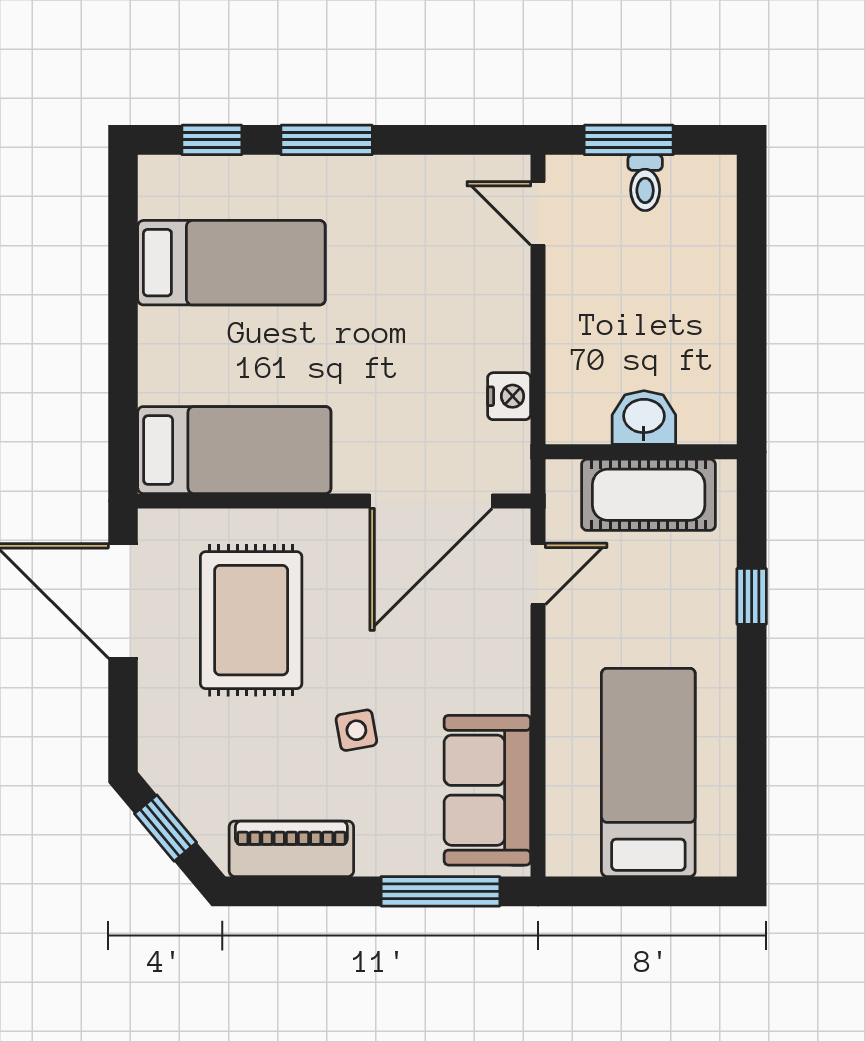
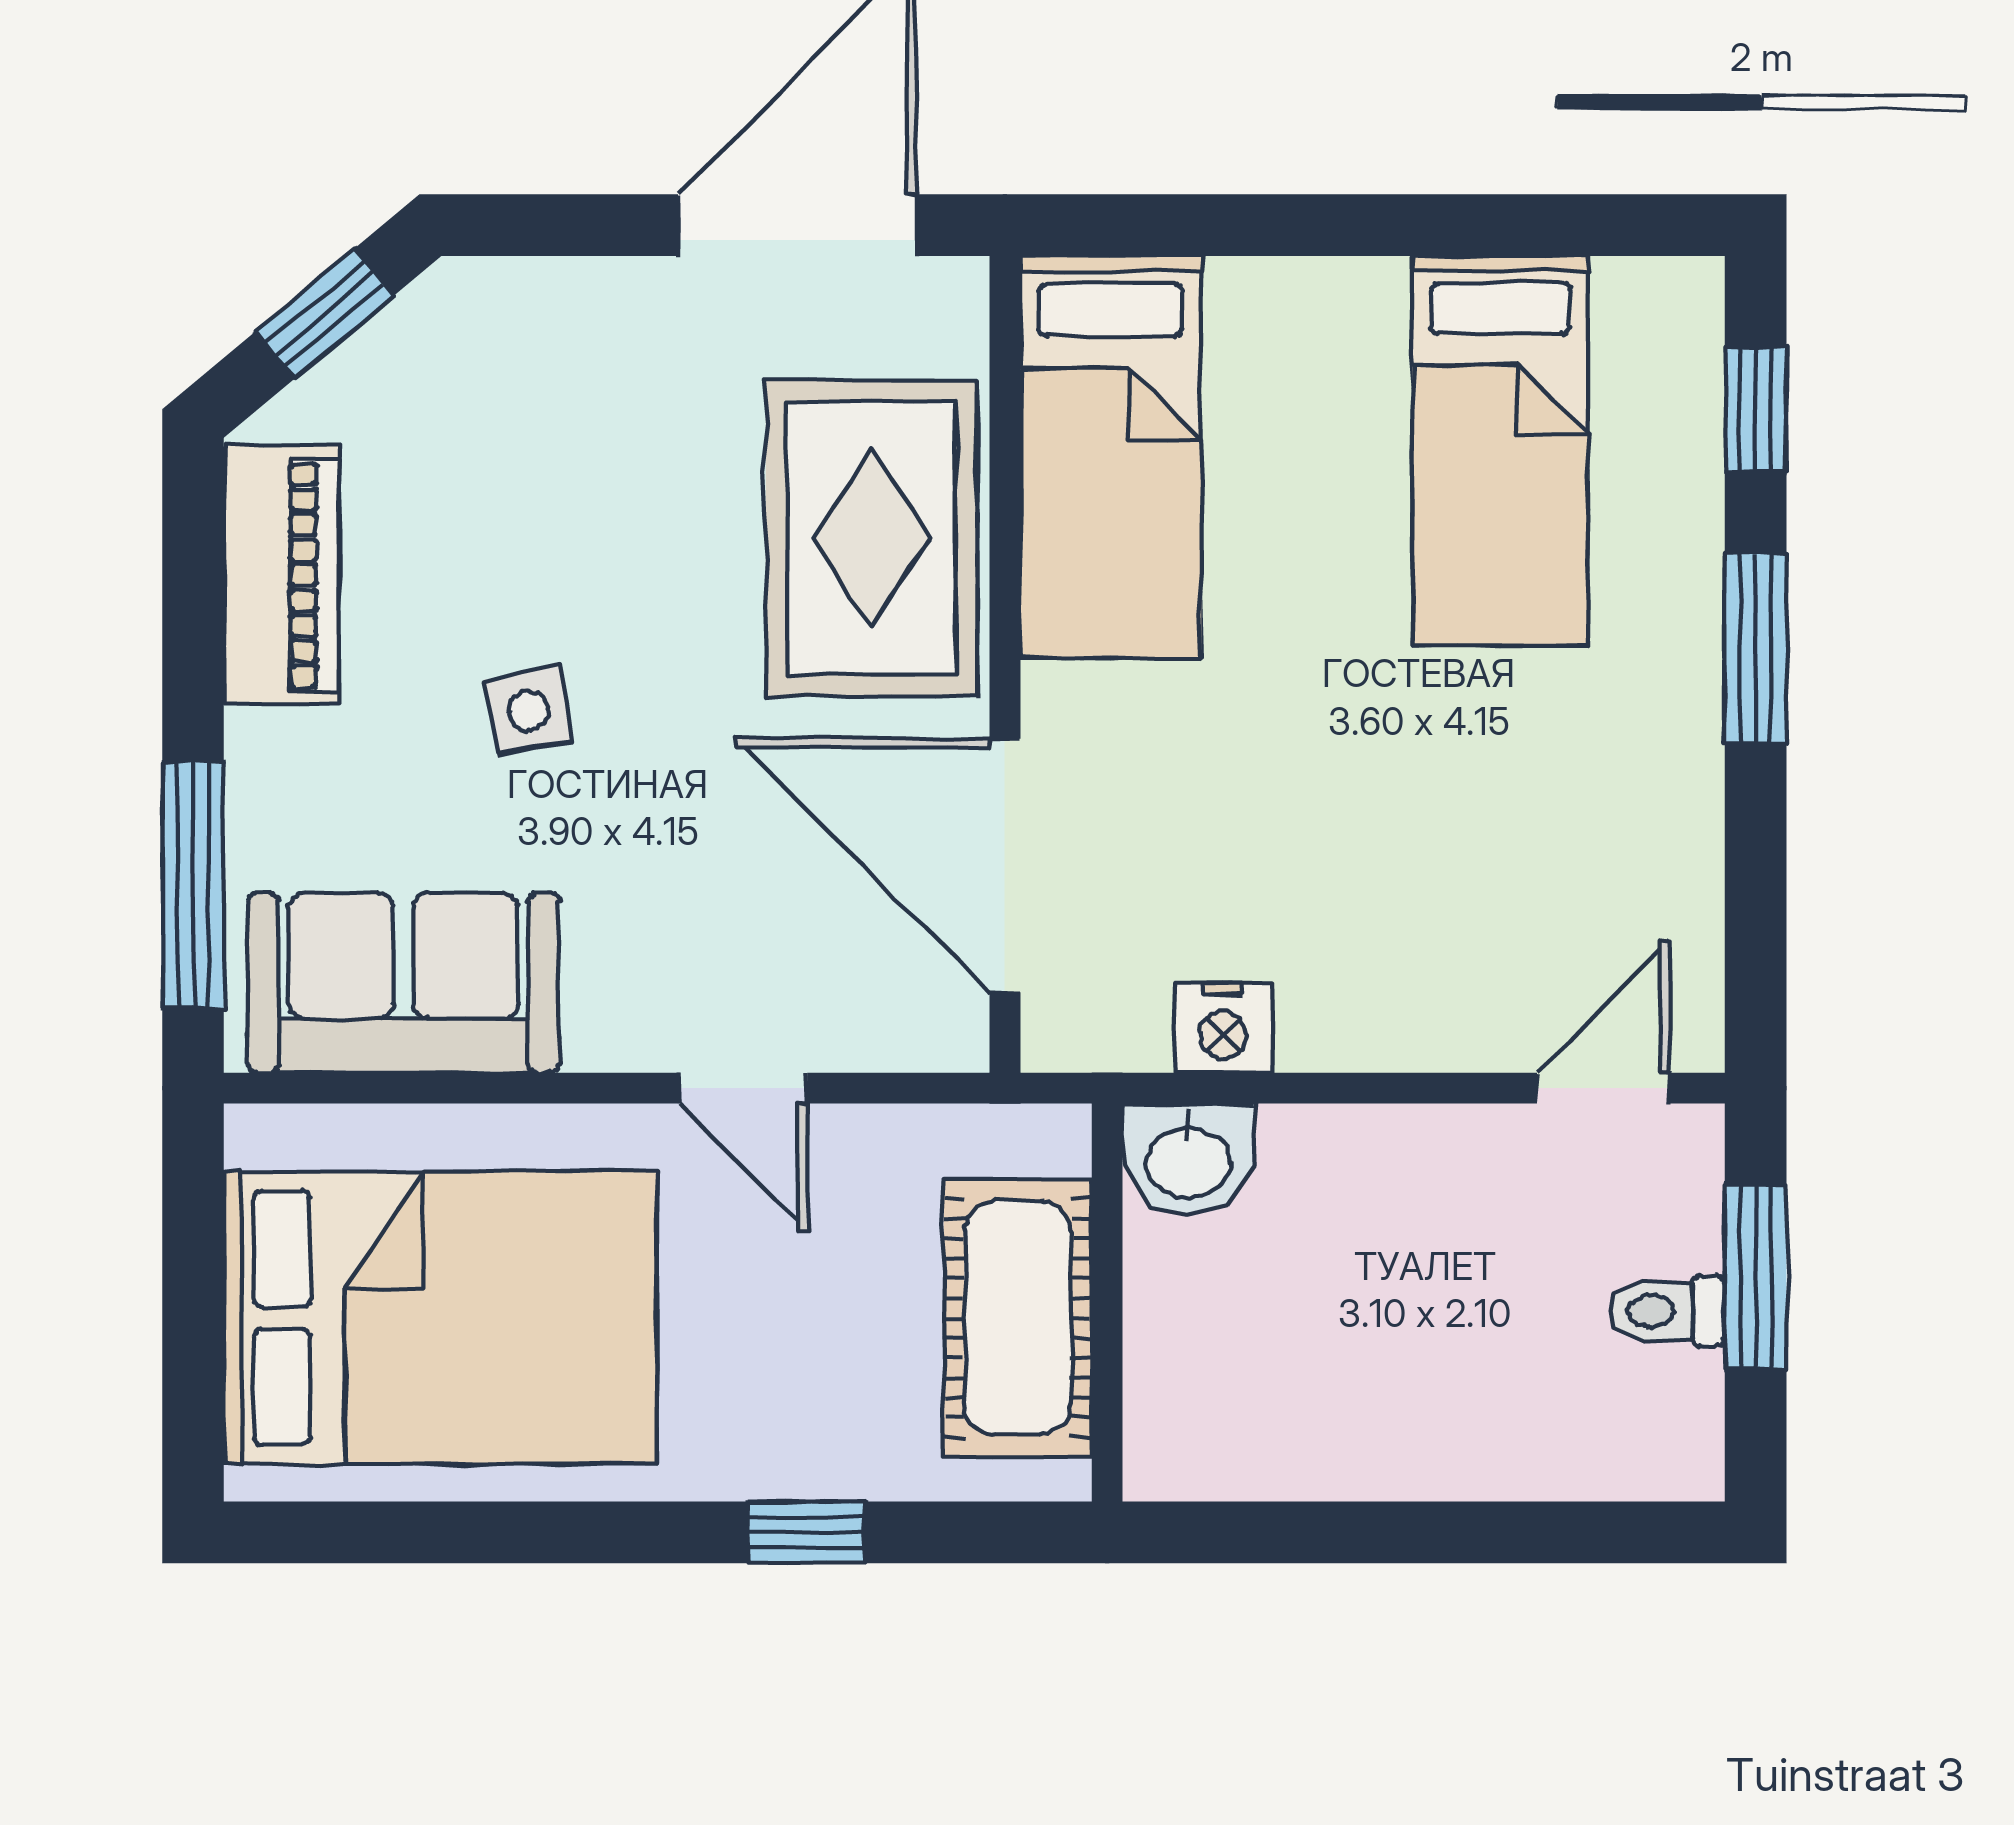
washbasin: (644, 418) -> (1188, 1159), moved, turned 90
door: (538, 574) -> (743, 1088), moved
rug: (251, 620) -> (871, 538), moved, turned 90
bed: (648, 772) -> (440, 1318), width x1.50

